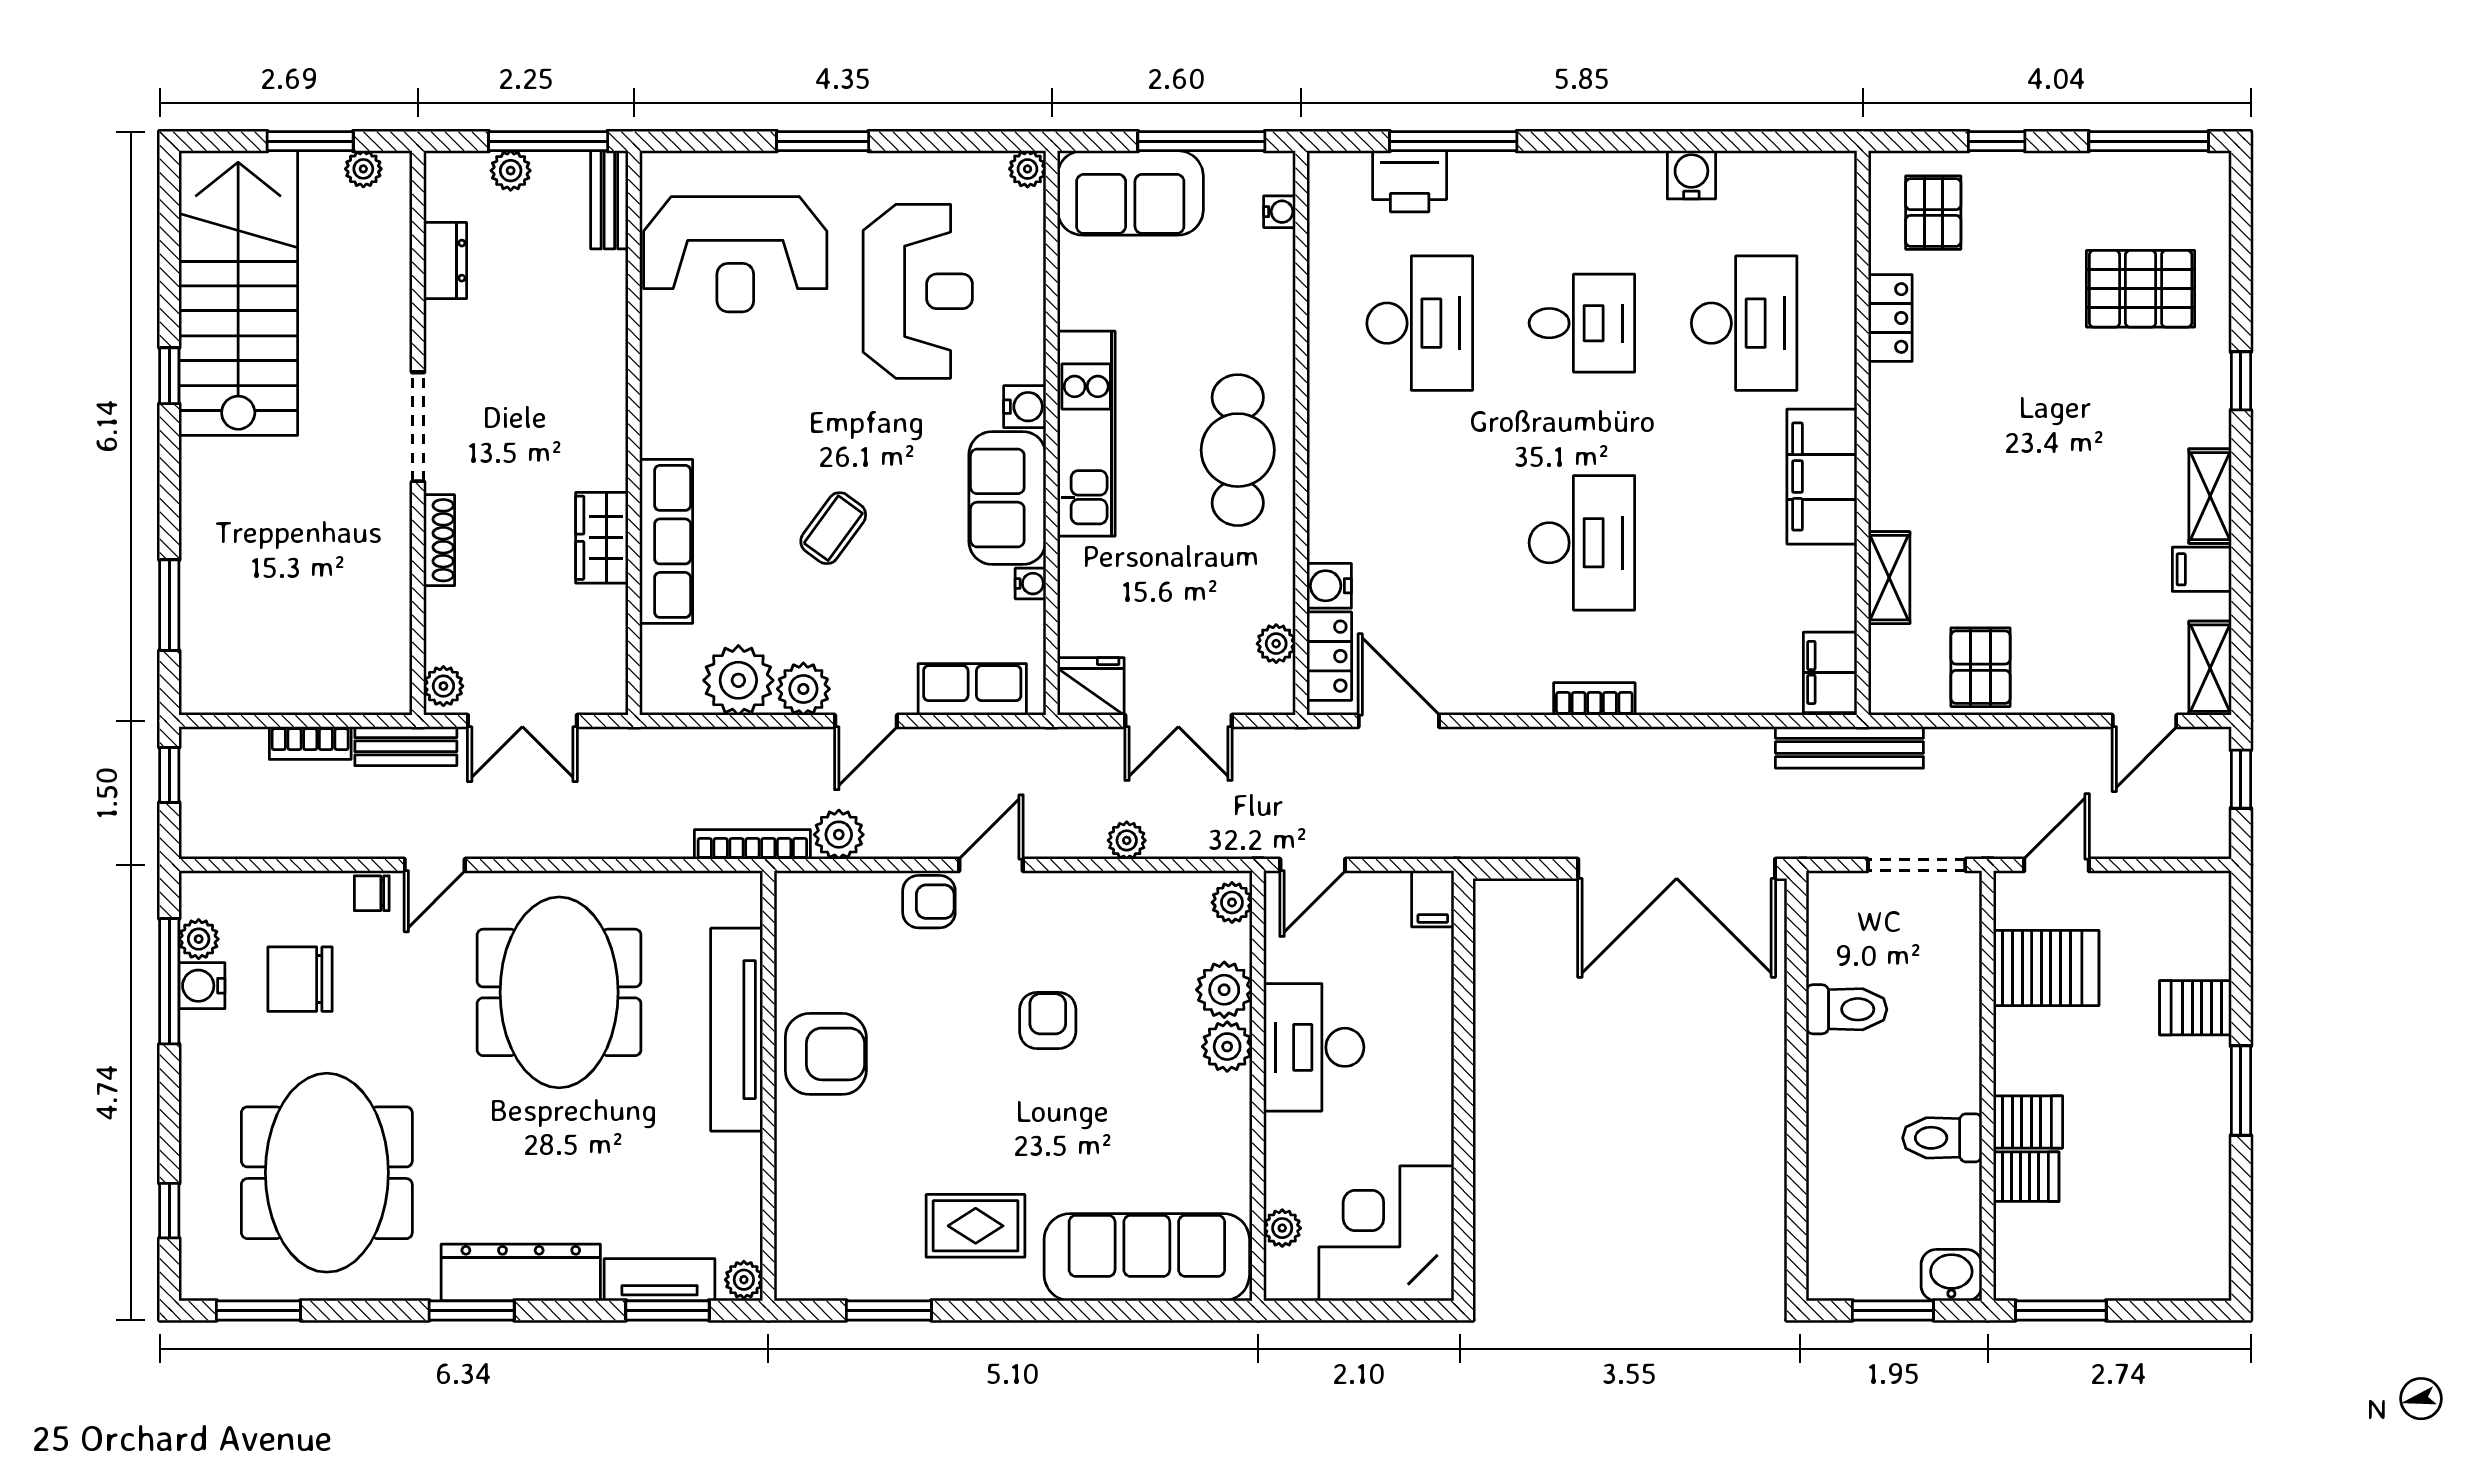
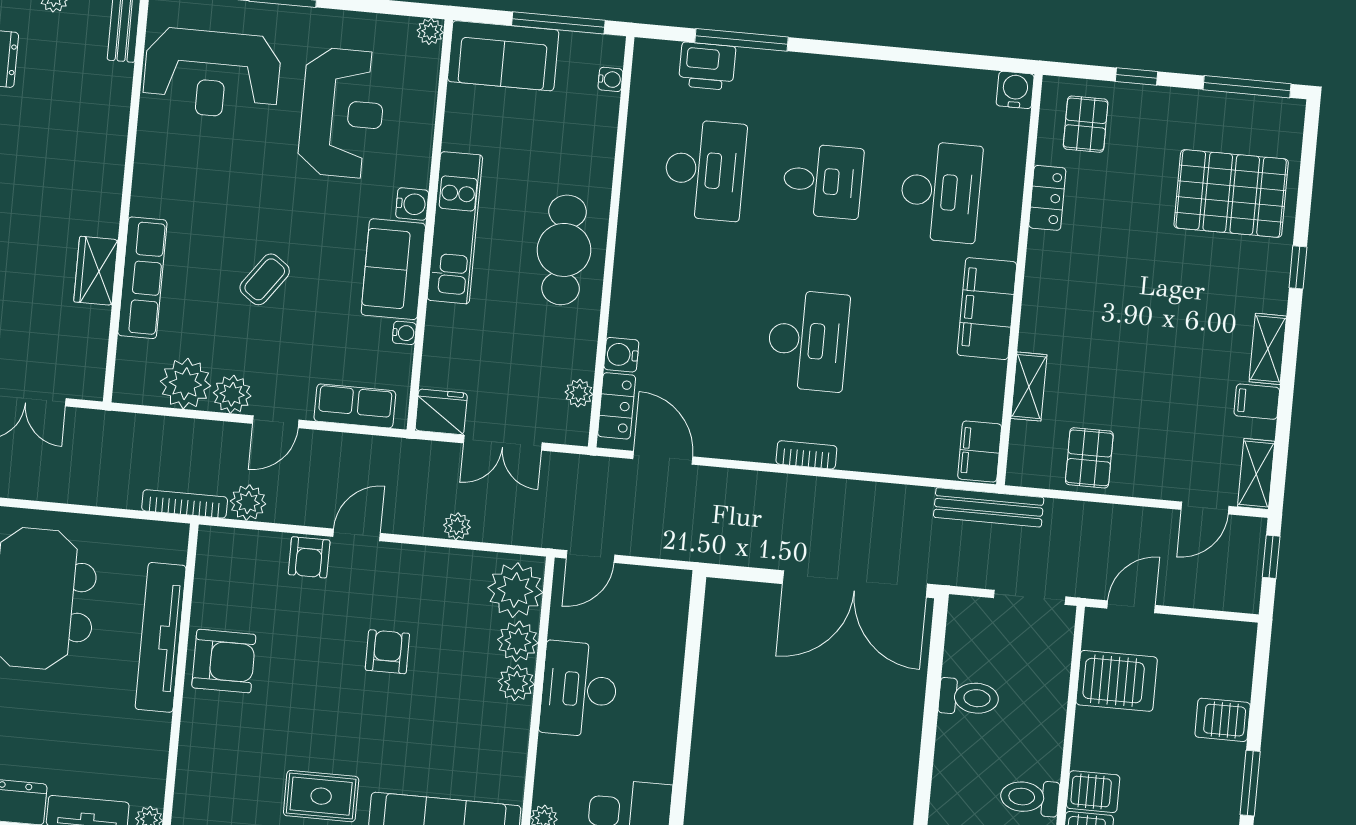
water cooler: (1691, 175) -> (1015, 90), moved
pallet: (2141, 289) -> (1231, 194), width x1.37, depth x1.41
filing cabinet: (1433, 899) -> (675, 589), removed
armchair: (929, 902) -> (309, 557), turned 90
plant: (1232, 902) -> (515, 590), width x1.87, depth x1.87

